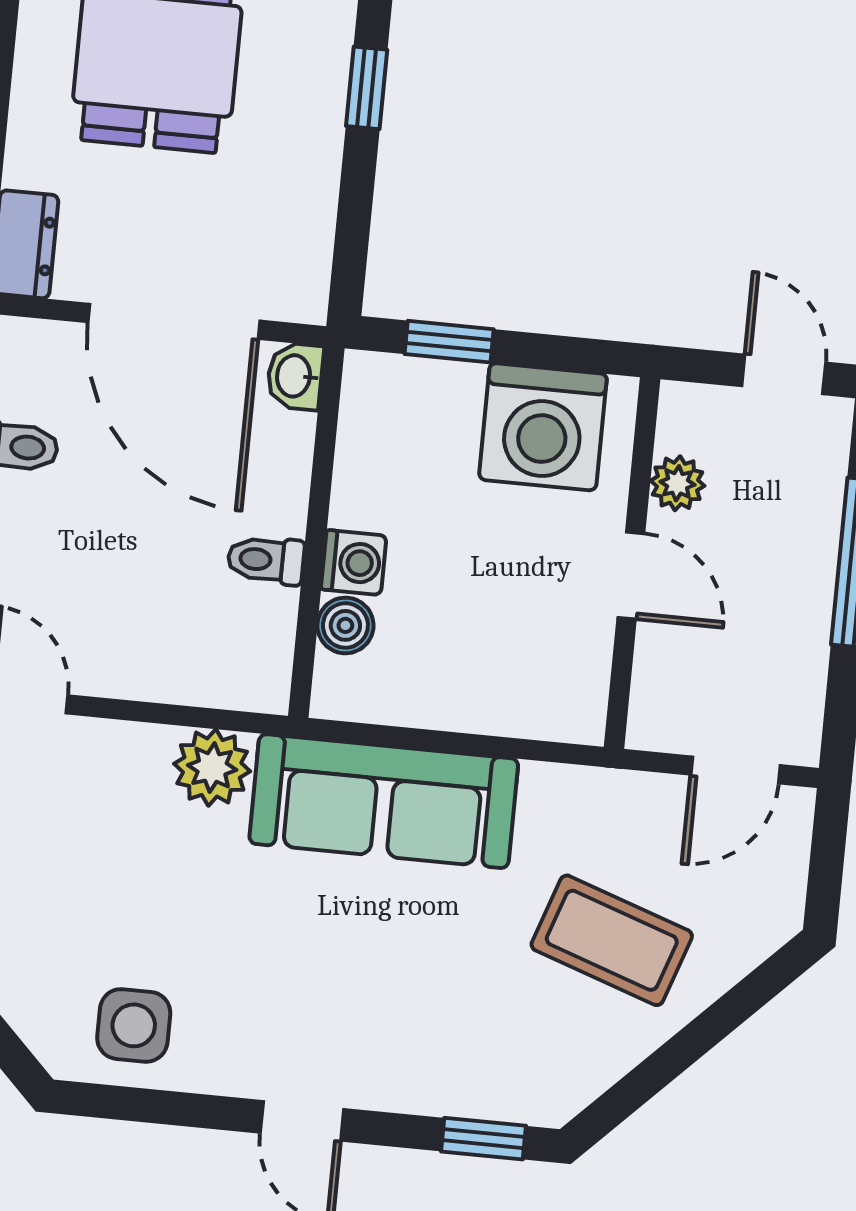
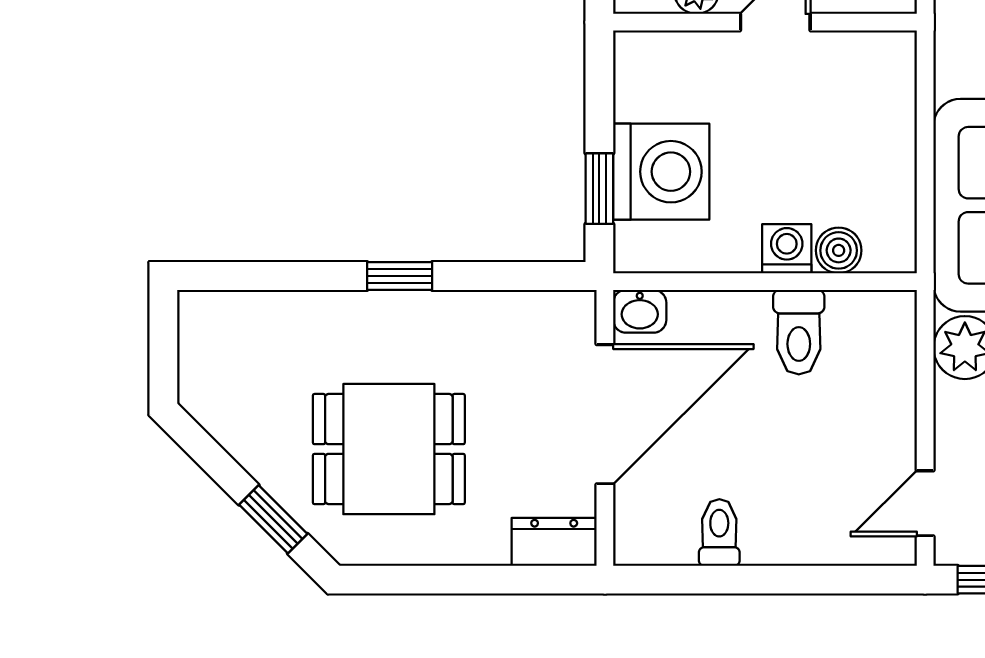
washing machine: (543, 427) -> (661, 172), moved
toilet: (266, 560) -> (799, 332), width x1.37, depth x1.39

